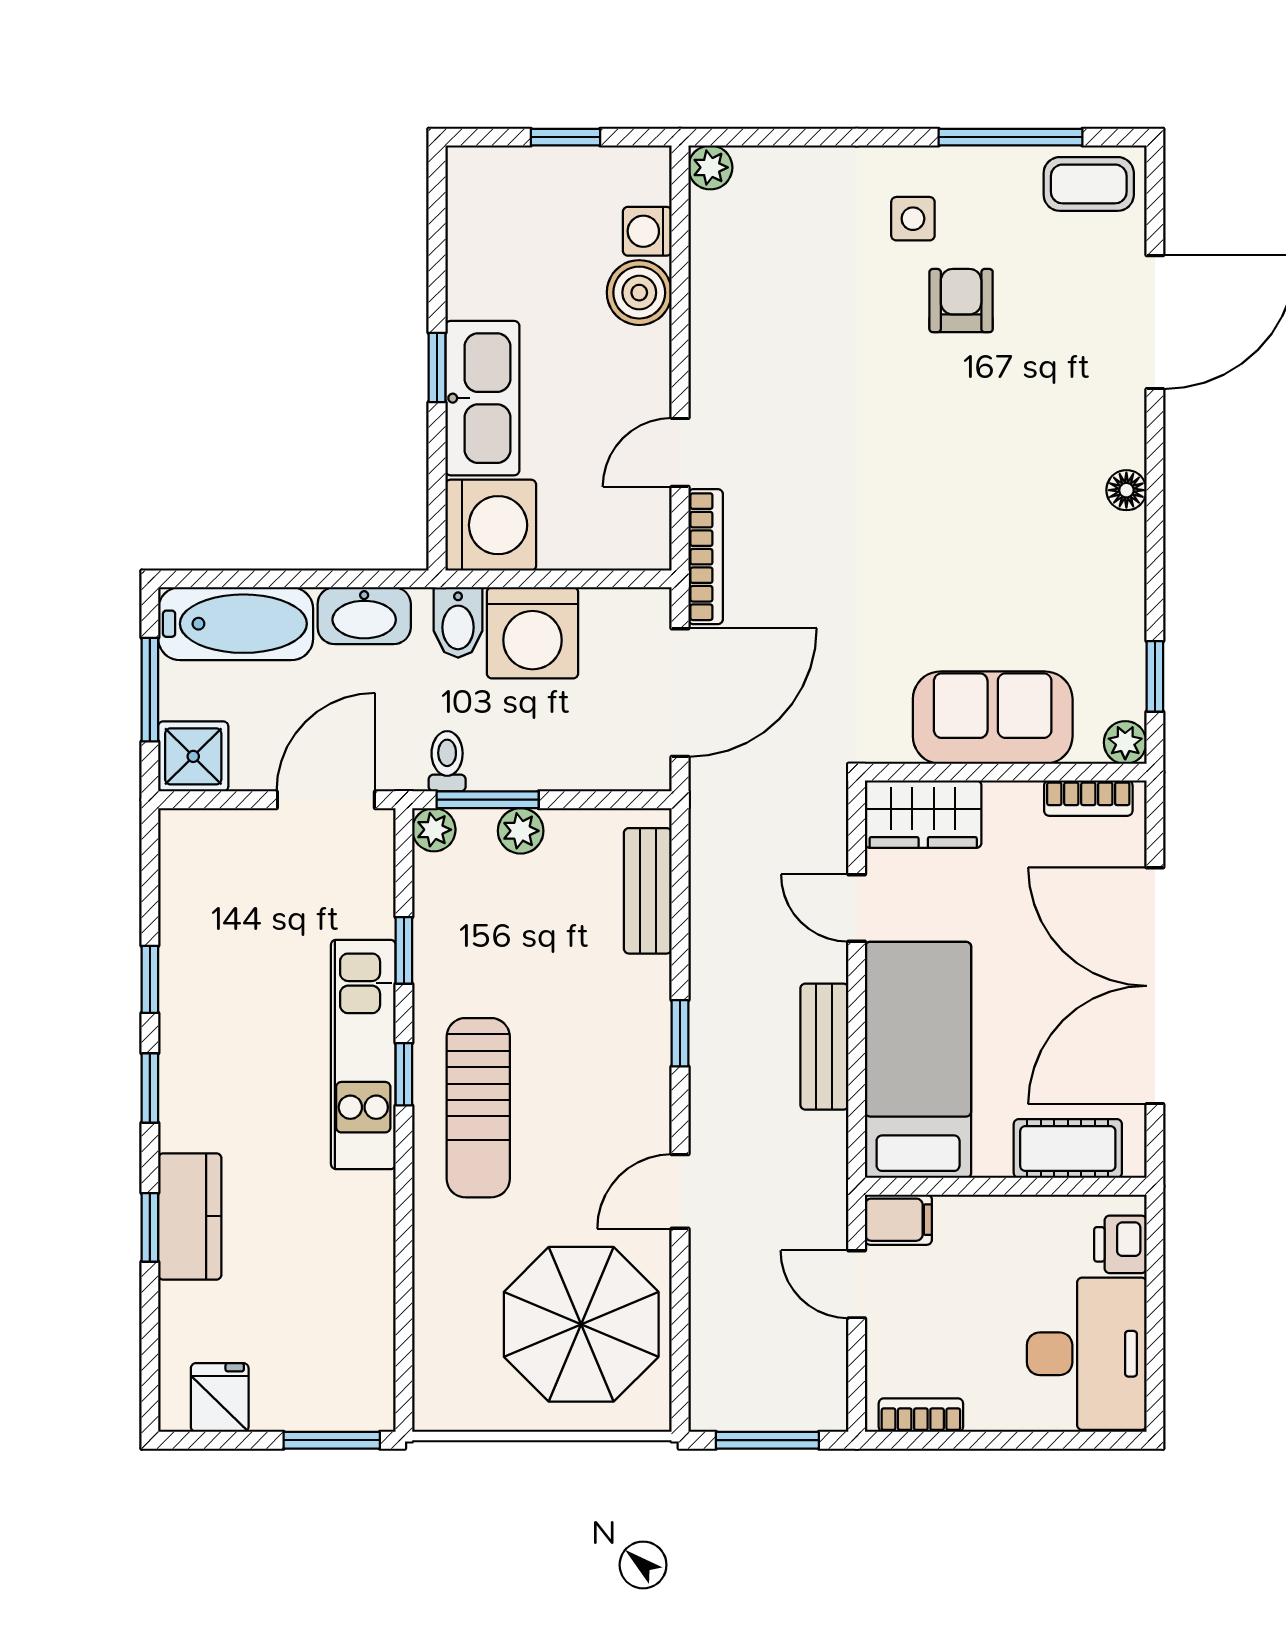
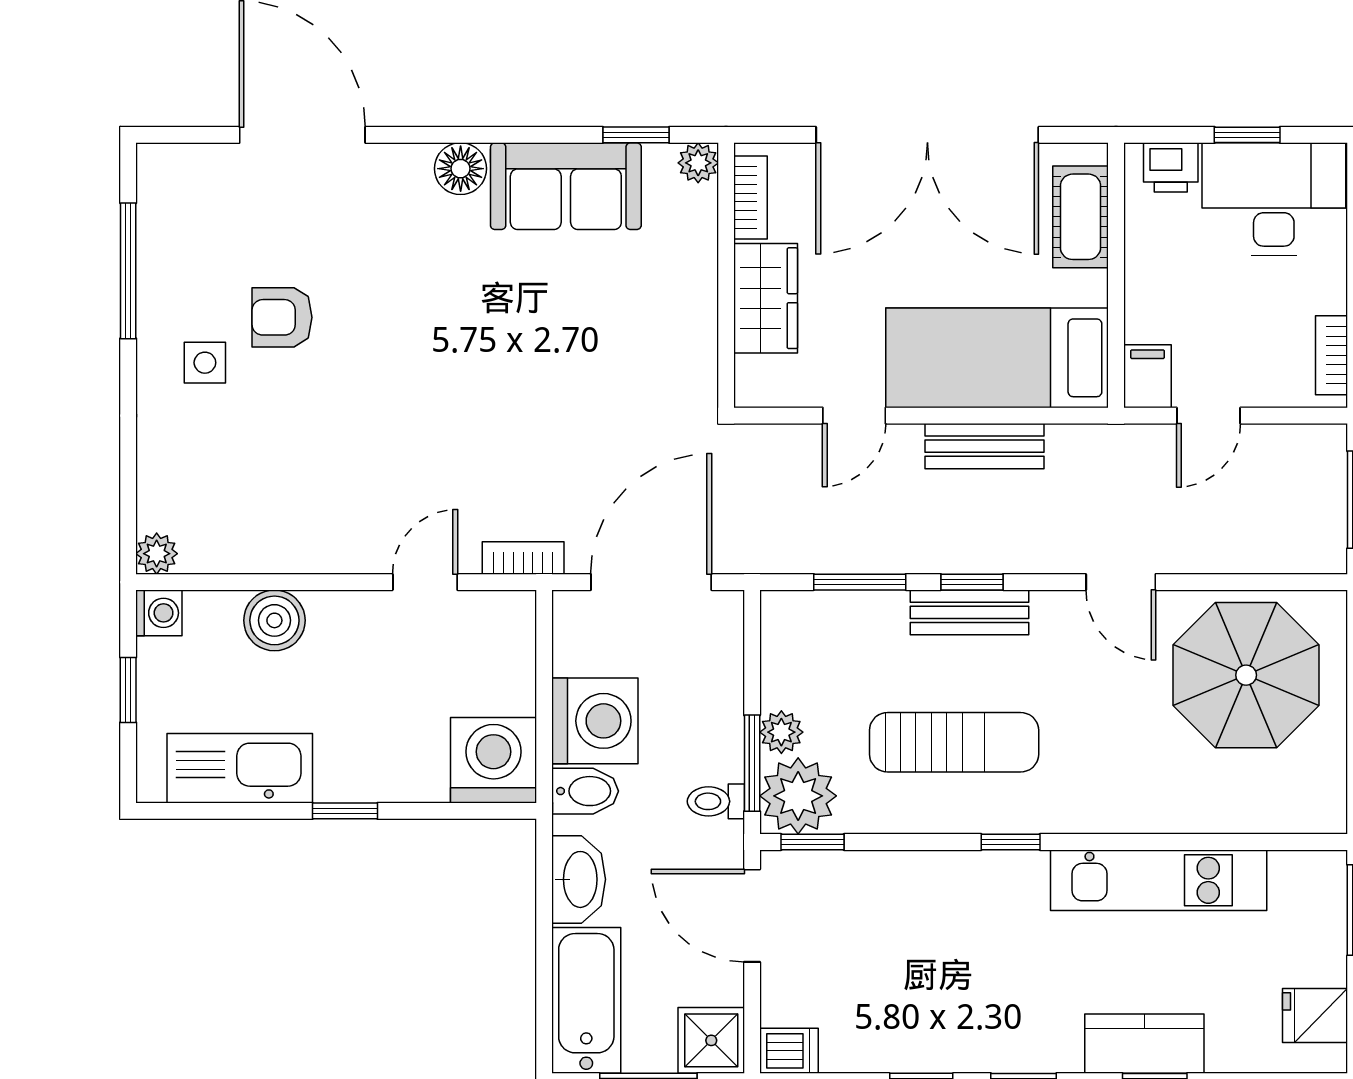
coffee table: (1089, 184) -> (172, 197), removed
washing machine: (647, 231) -> (159, 613), moved, turned -90
kitchen sink: (482, 398) -> (240, 768), moved
door: (680, 452) -> (425, 582), swing flipped
floor lamp: (1126, 490) -> (461, 169), width x1.37, depth x1.37
bookcase: (706, 557) -> (523, 558), width x0.64
door: (680, 693) -> (651, 582), hinge flipped
sofa: (993, 718) -> (566, 186), moved, turned -90
wardrobe: (923, 814) -> (766, 298), moved
plant: (434, 830) -> (798, 796), width x1.88, depth x1.88
dishwasher: (182, 839) -> (789, 1051), added
bench: (648, 891) -> (970, 612), moved
window: (680, 914) -> (860, 582), added
window: (404, 950) -> (813, 842), moved
kitchen unit: (363, 1054) -> (1159, 880), moved
sun lounger: (478, 1108) -> (954, 742), moved
window: (1155, 1326) -> (1247, 135), added

